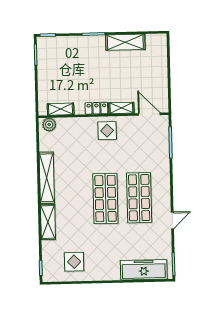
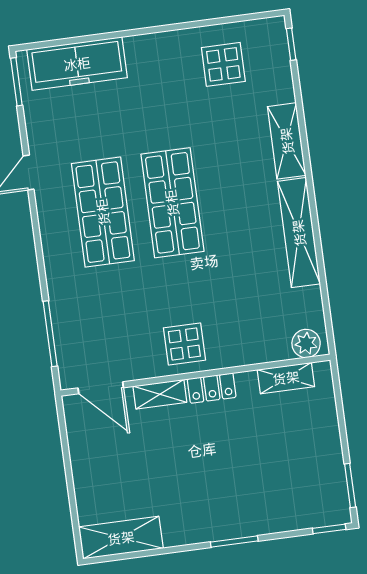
shelving: (125, 42) -> (121, 538), moved

